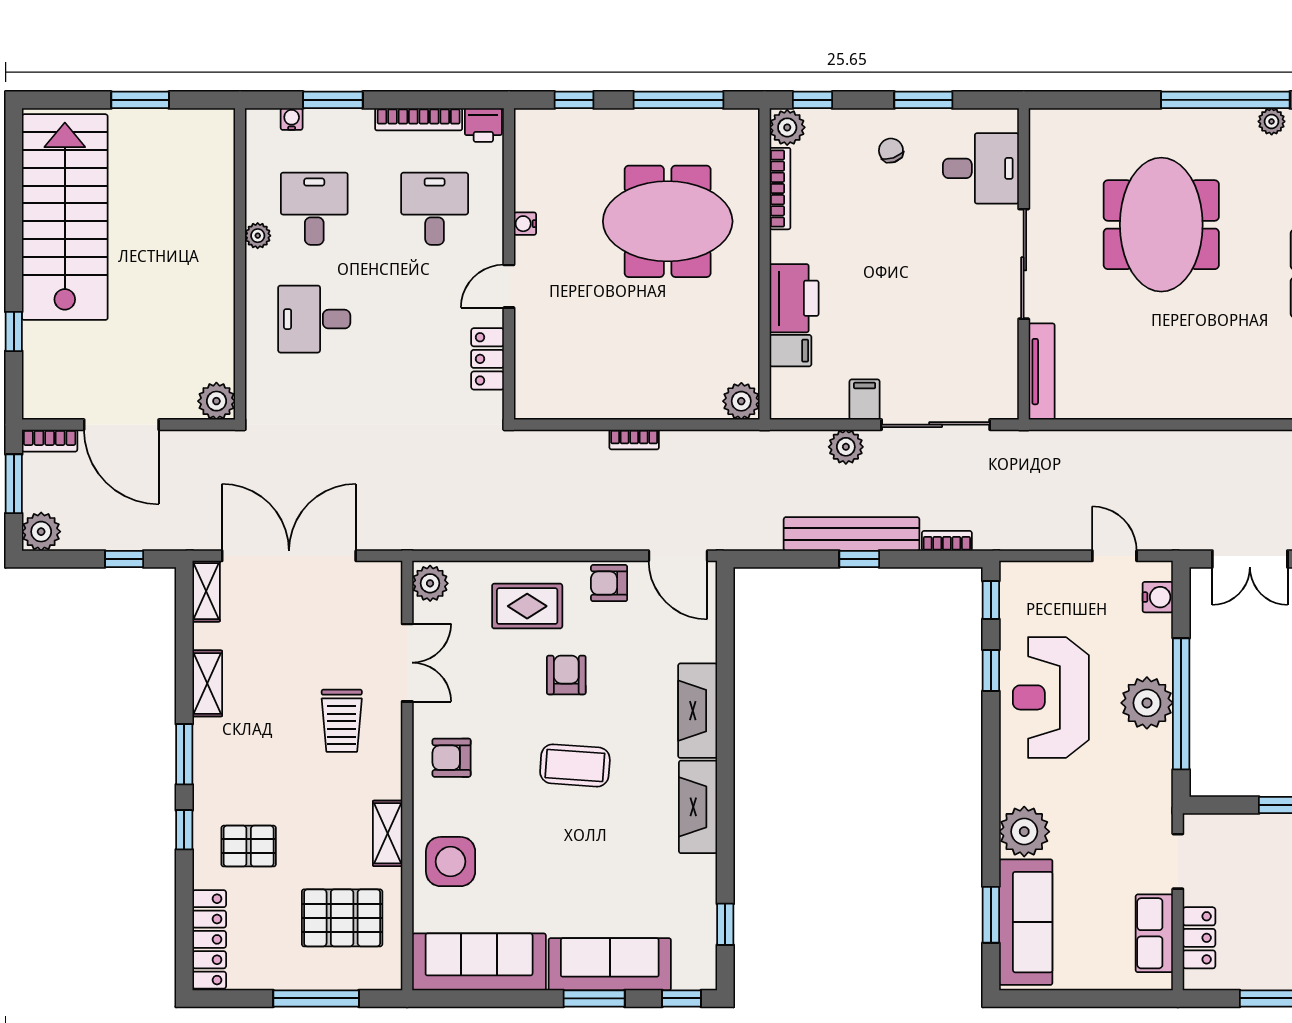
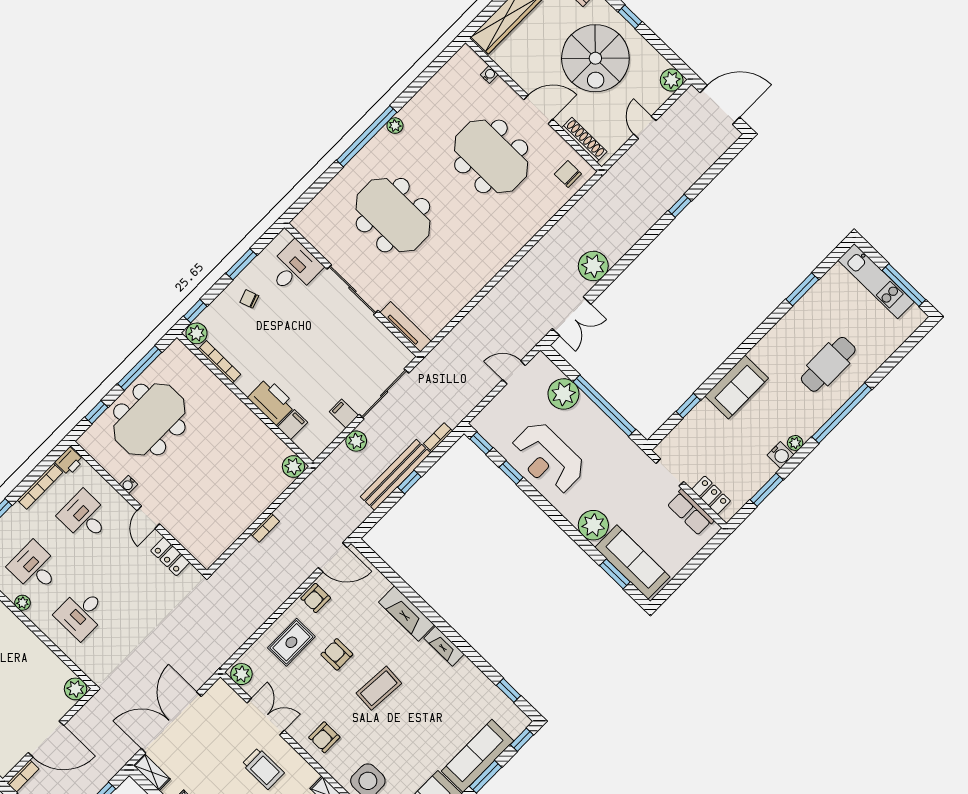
meeting table: (668, 221) -> (149, 419), moved
water cooler: (1158, 597) -> (549, 371), removed
plant: (1147, 703) -> (563, 394), moved
fireplace: (698, 807) -> (444, 646), width x0.73, depth x0.76

